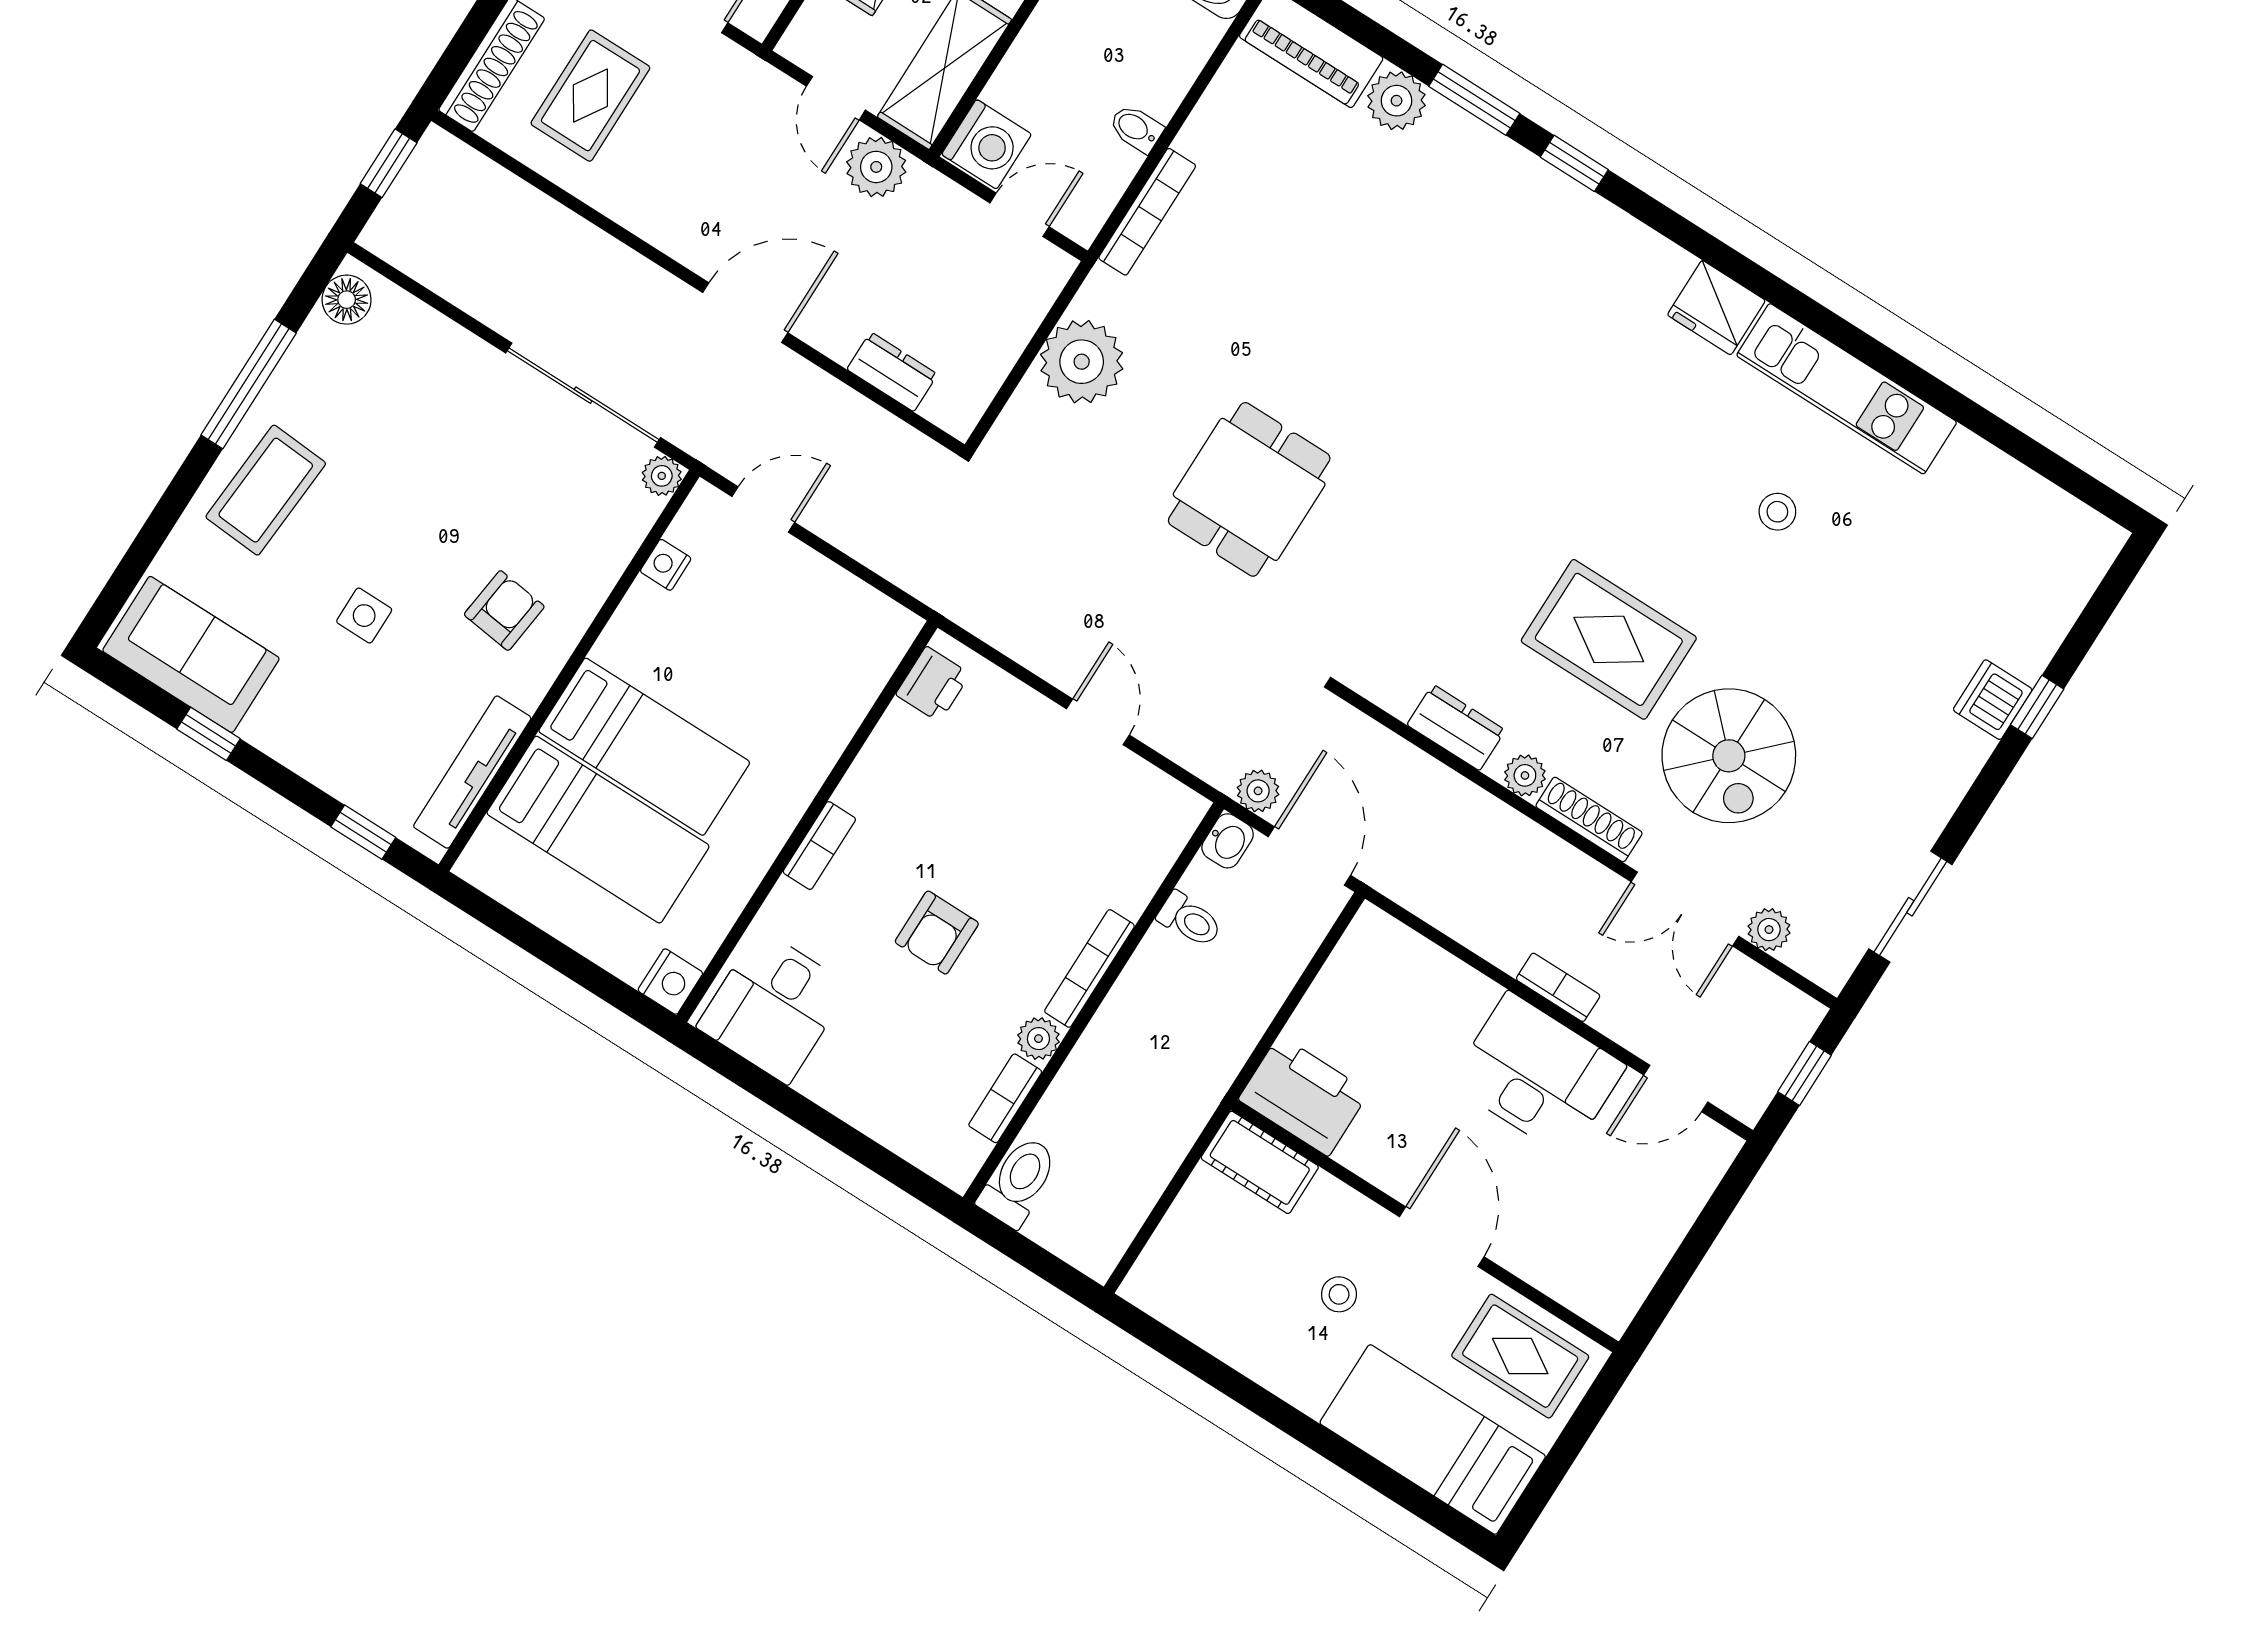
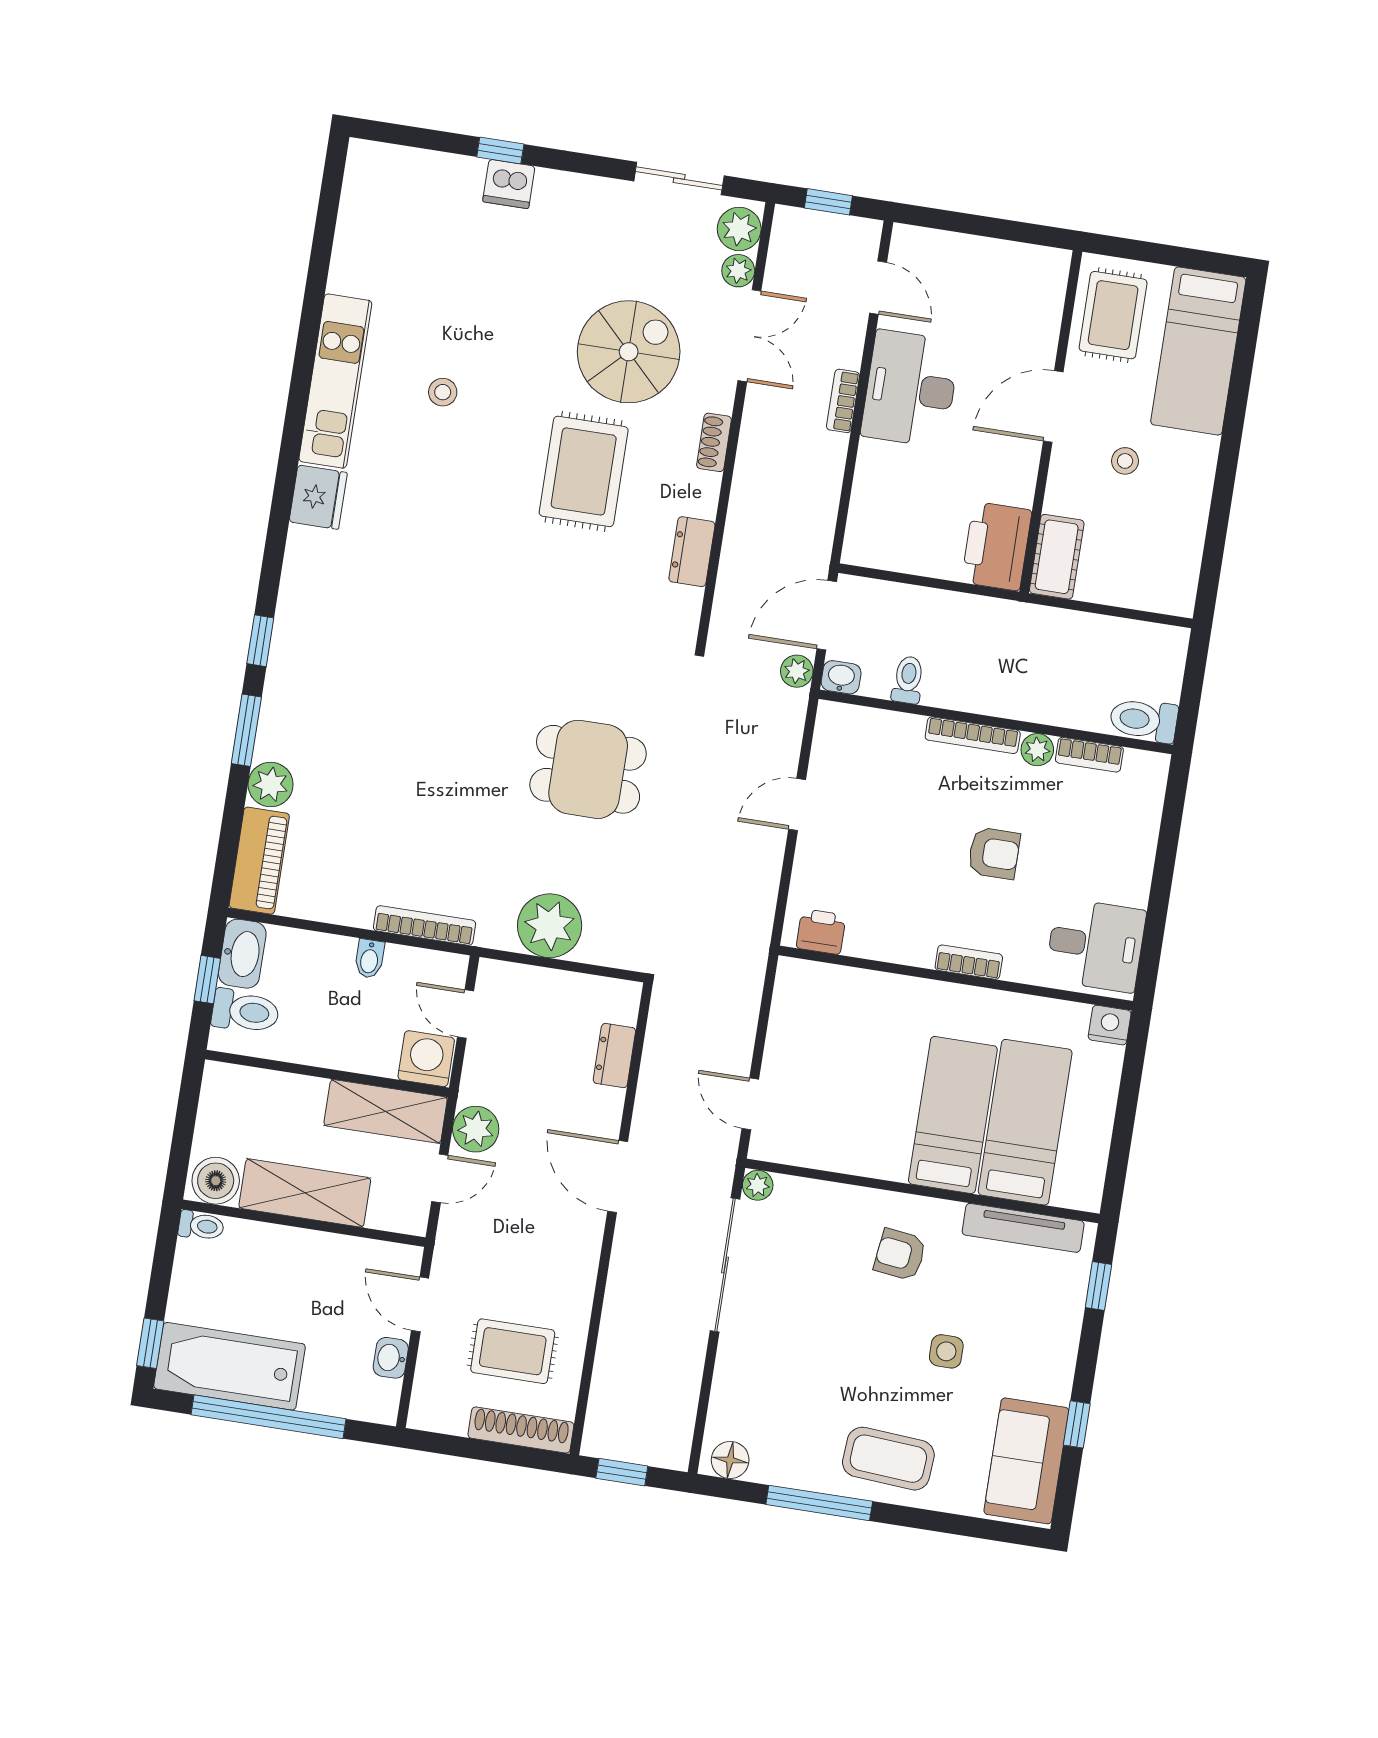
nightstand: (666, 565) -> (819, 1155), removed
plant: (1525, 775) -> (739, 229), moved, width x1.38, depth x1.38
shoe rack: (1589, 819) -> (714, 442), width x0.70

